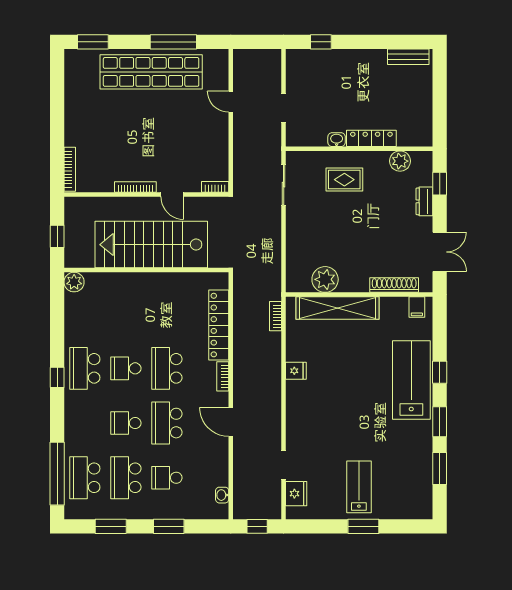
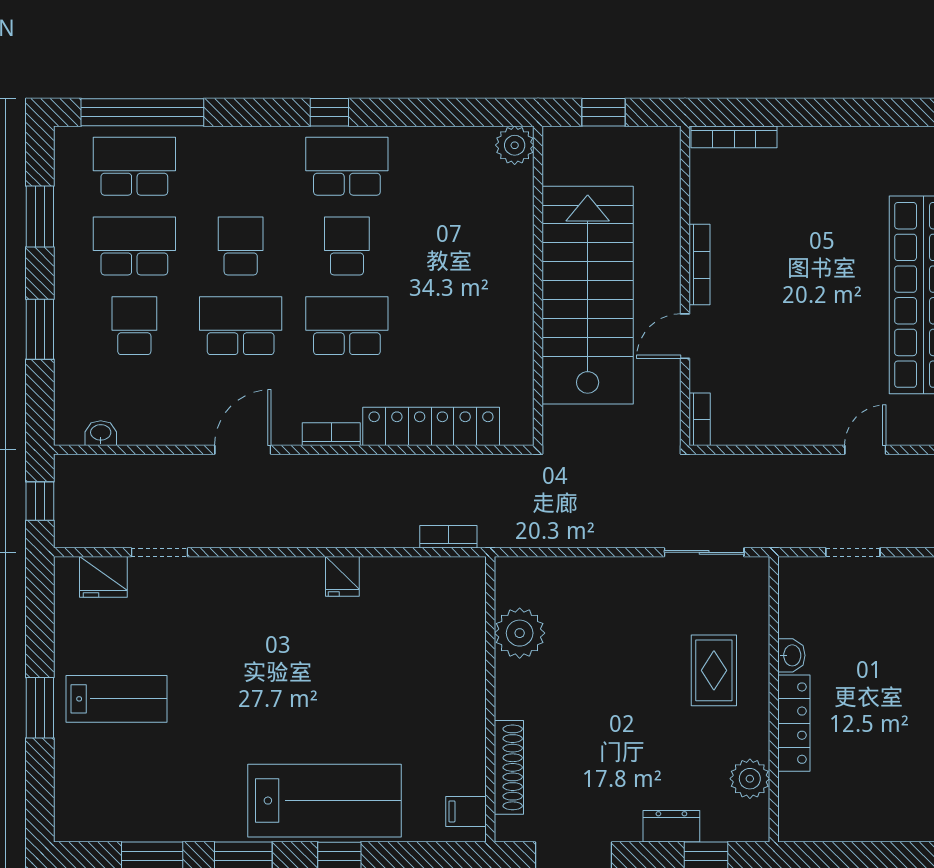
shelving: (337, 308) -> (464, 657), removed

